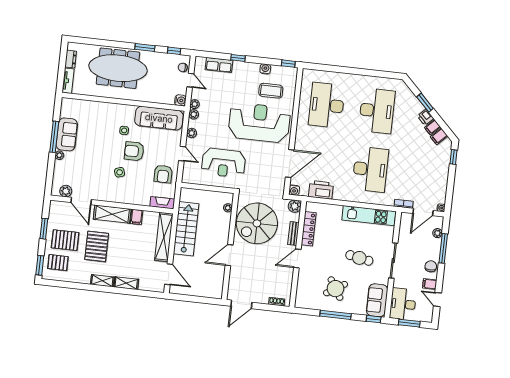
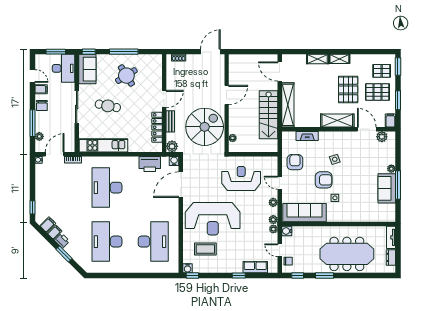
water cooler: (265, 69) -> (188, 268), moved
fireplace: (162, 203) -> (307, 136), moved
filing cabinet: (137, 217) -> (390, 120), moved

